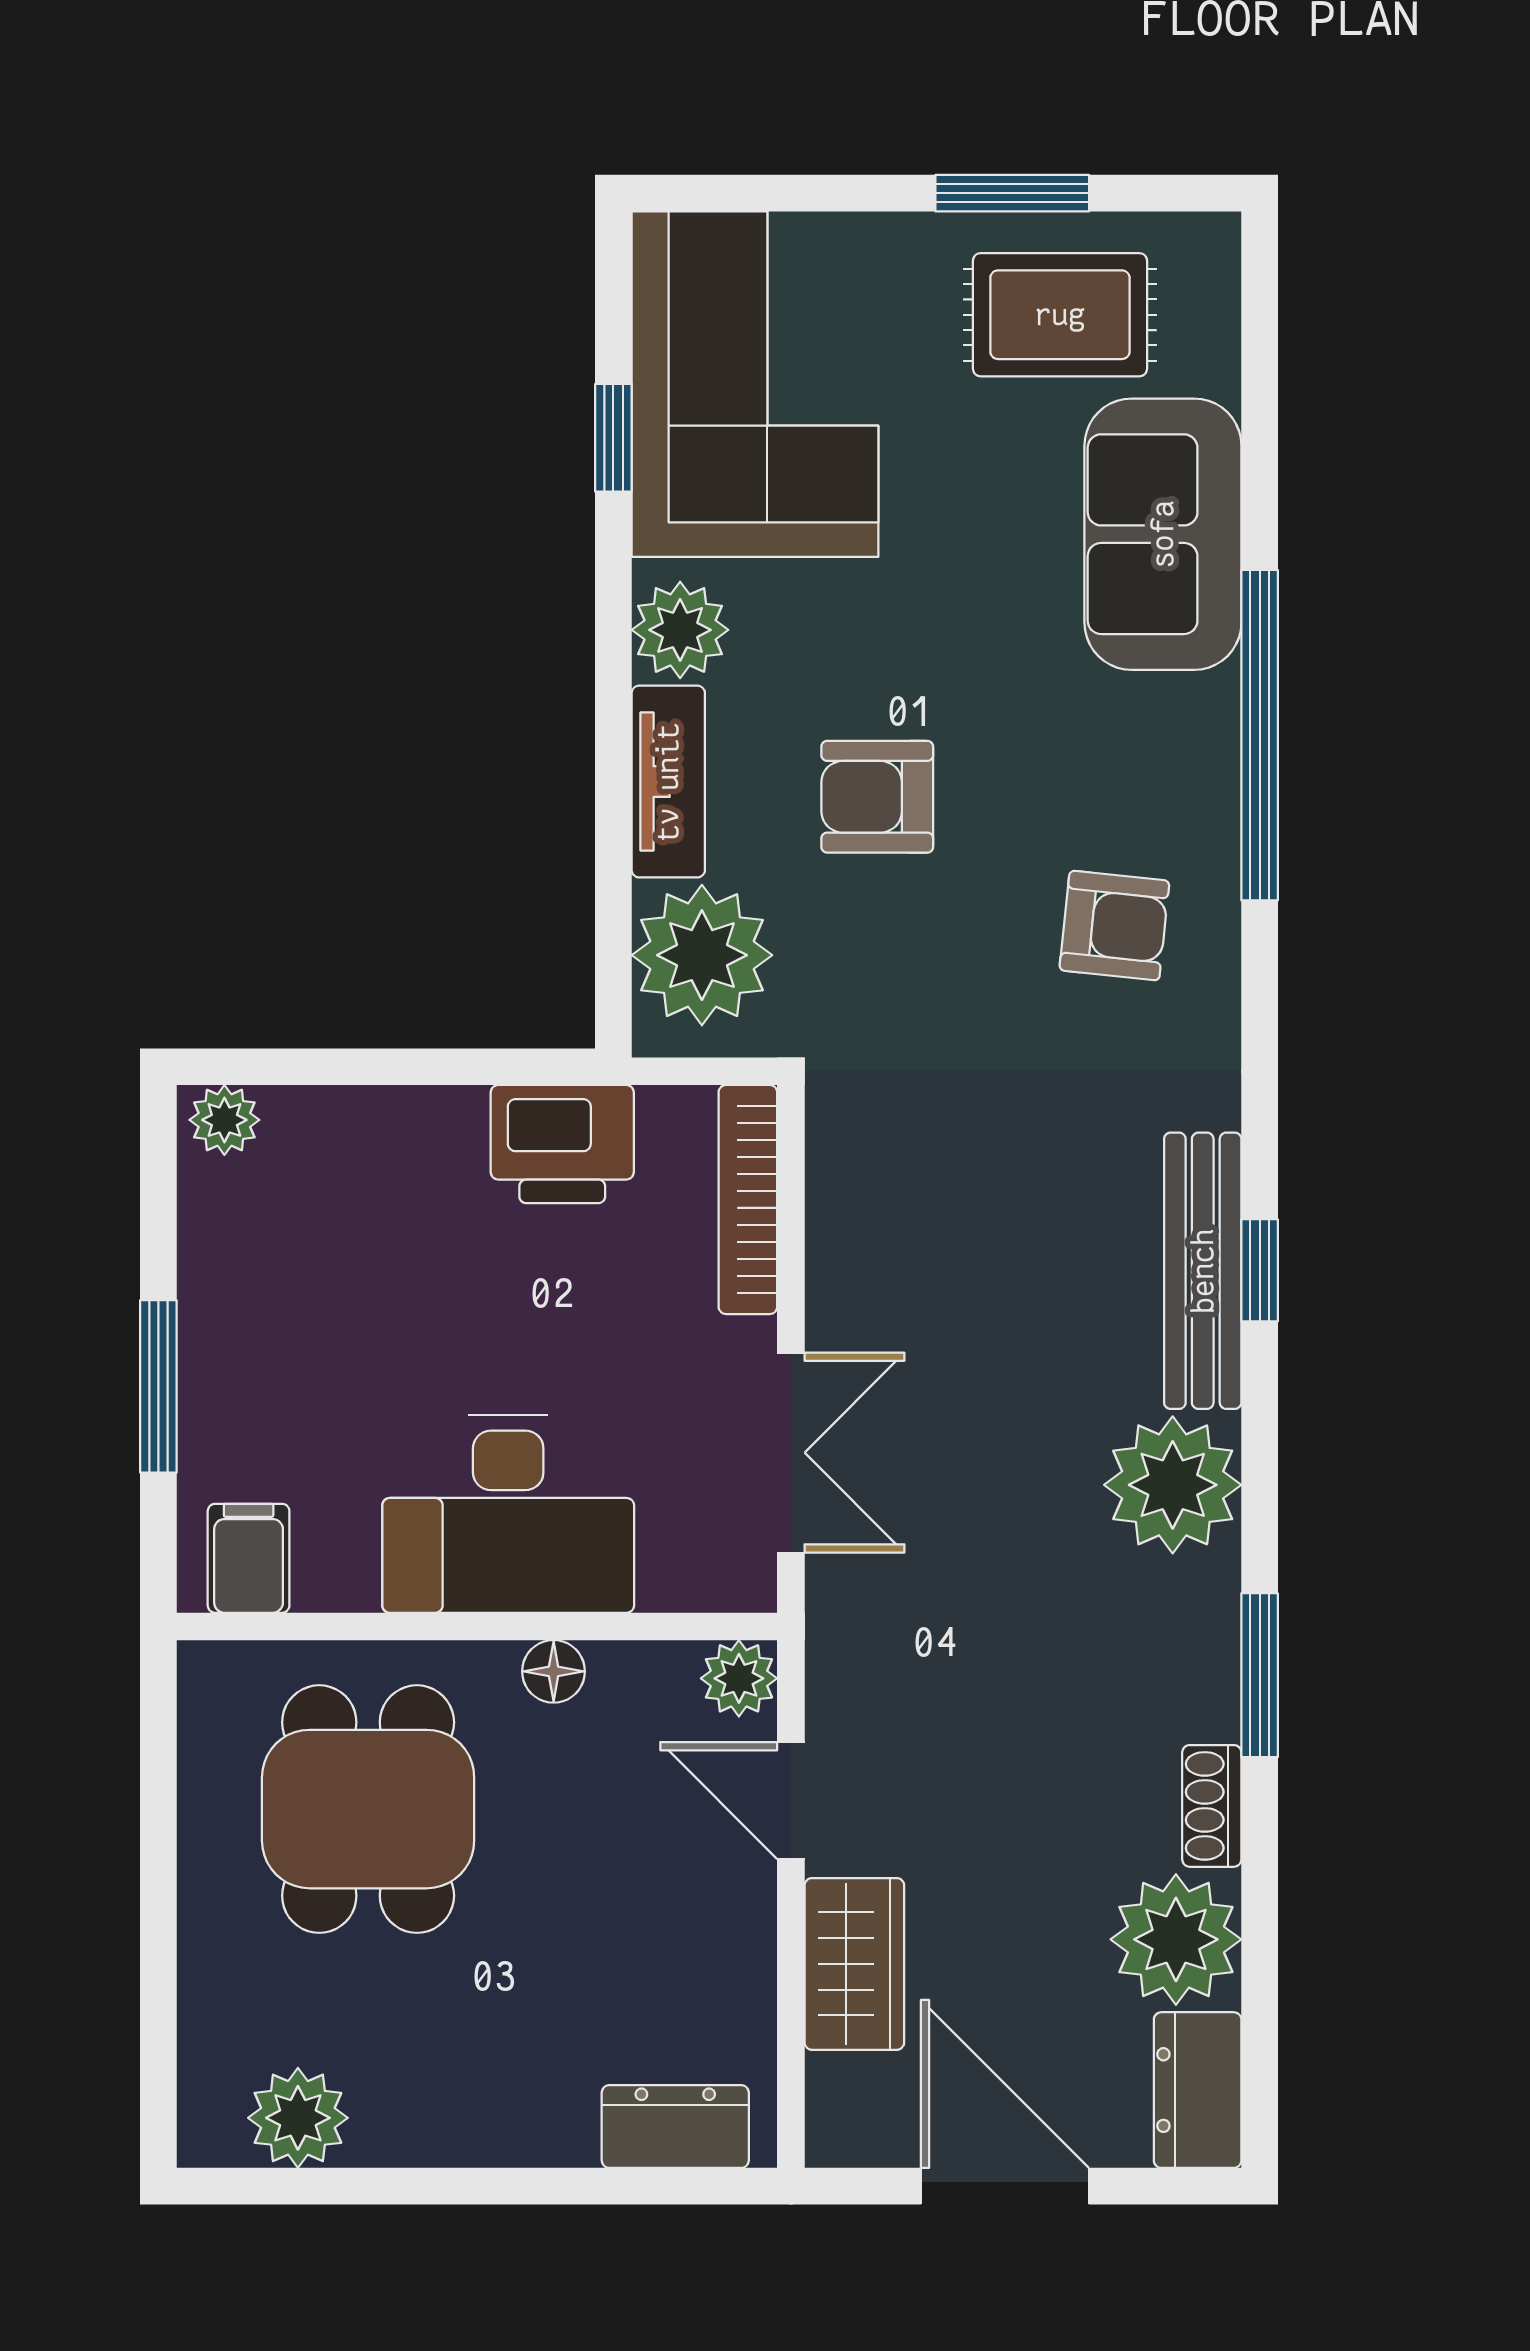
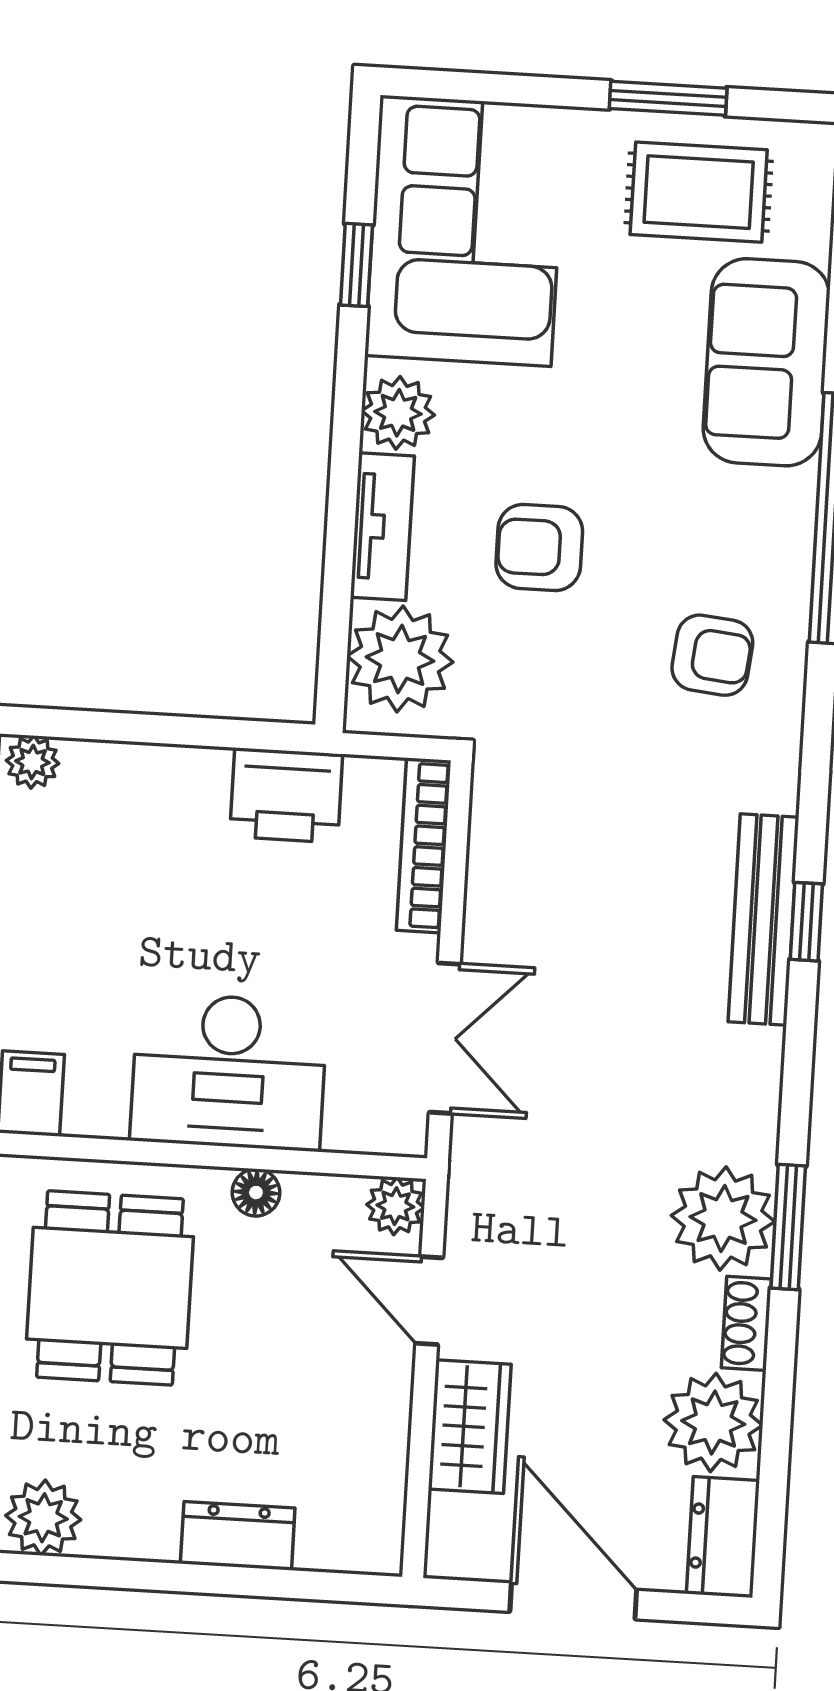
plant: (1173, 1485) -> (723, 1218), moved
dresser: (675, 2127) -> (238, 1536), moved

